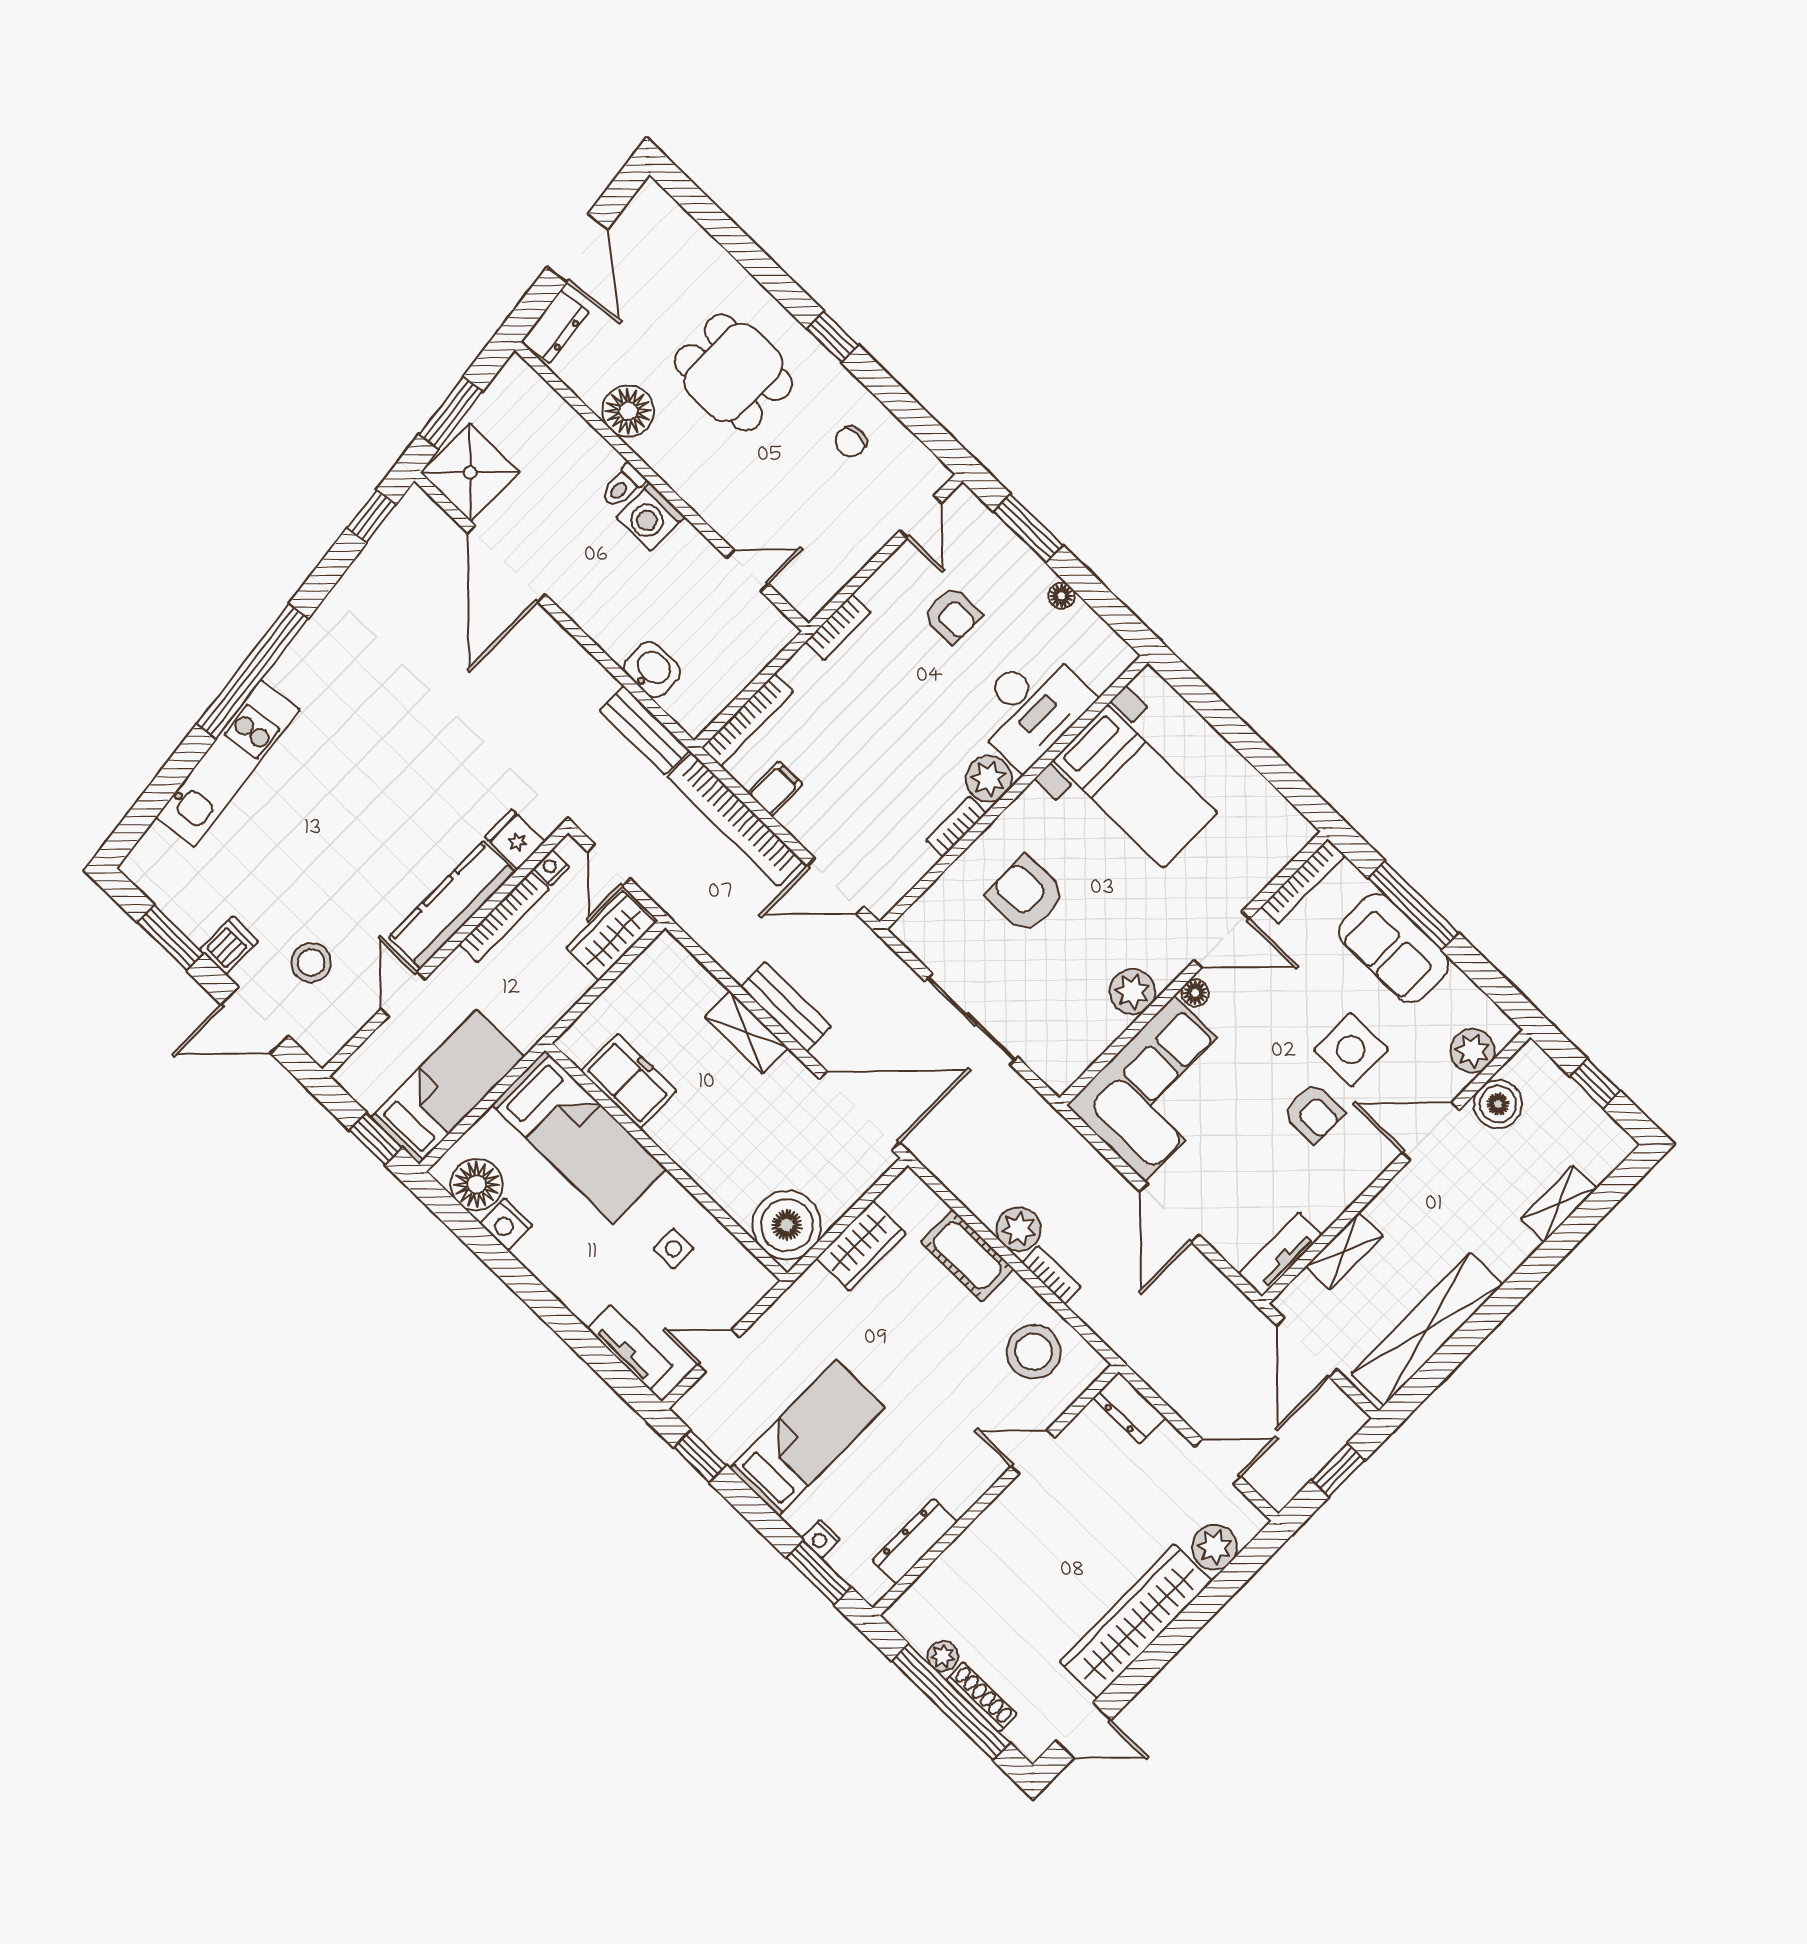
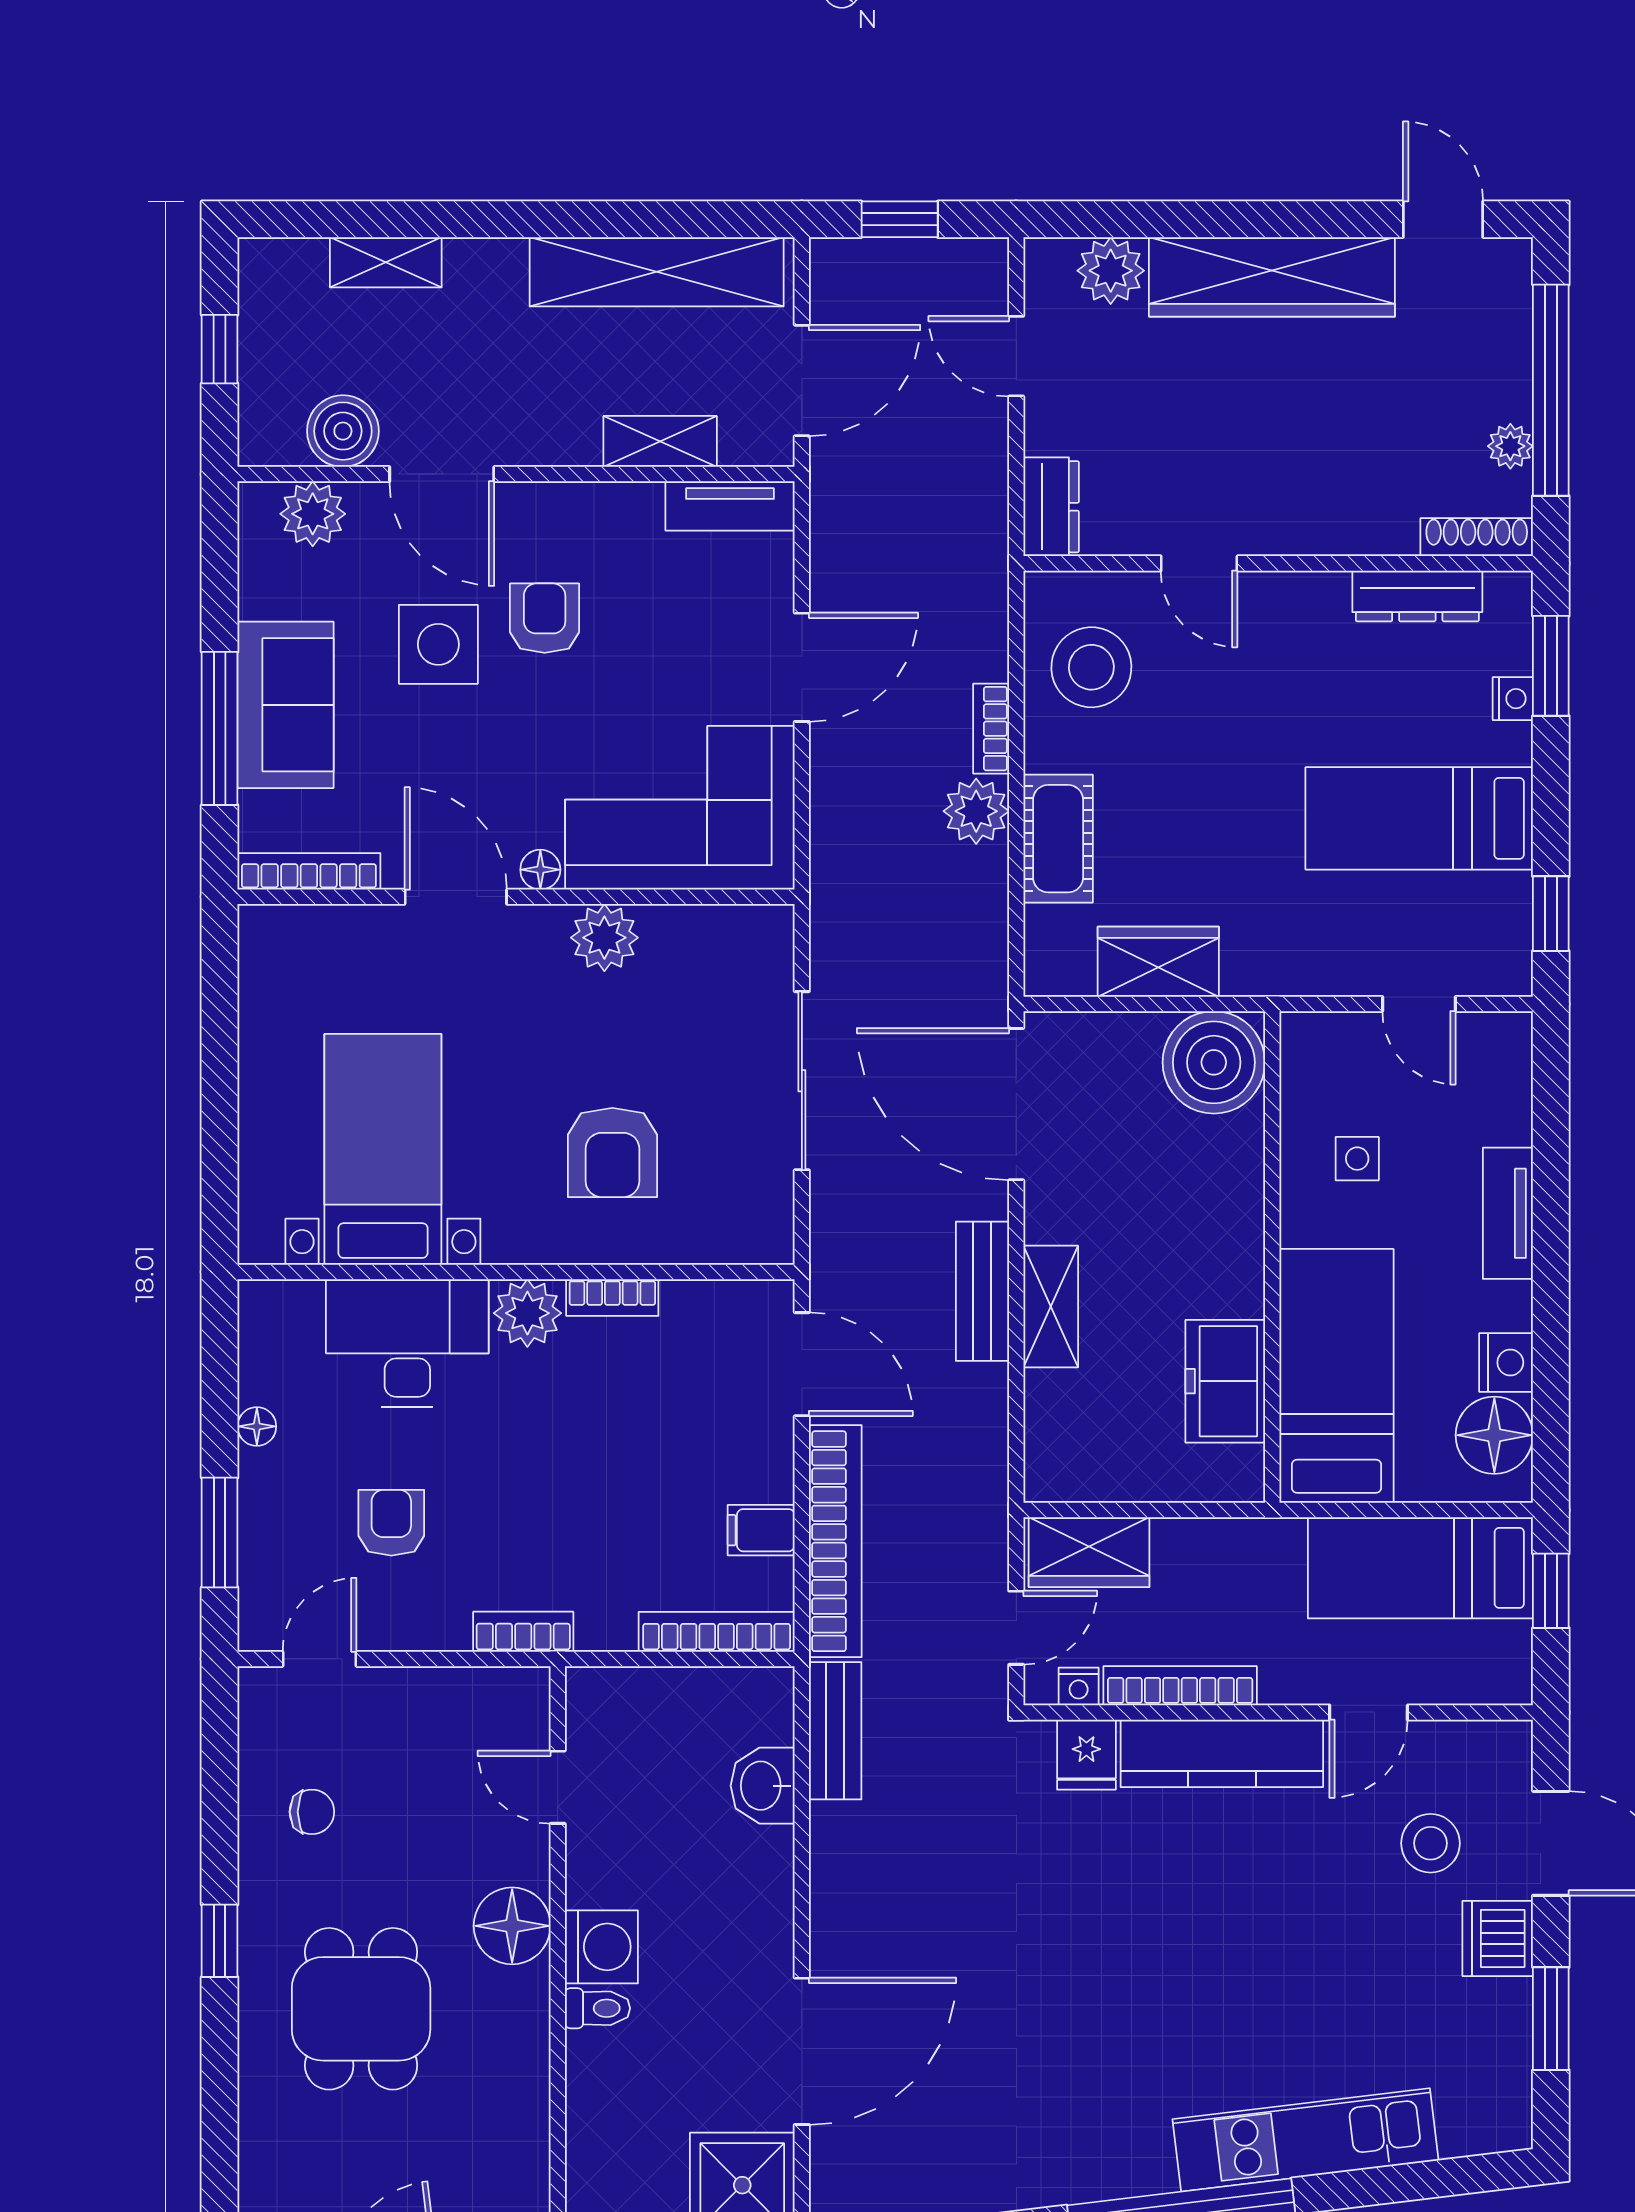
floor lamp: (628, 411) -> (512, 1926), moved
dishwasher: (229, 945) -> (1498, 1938), width x1.38
tv unit: (630, 1347) -> (1508, 1213), moved
shoe rack: (981, 1697) -> (1477, 537), moved, turned 90

